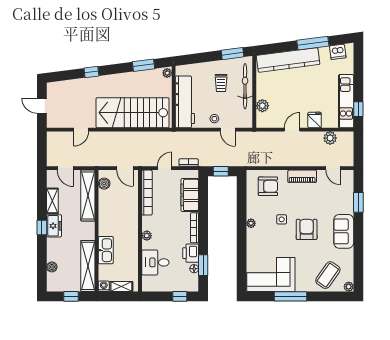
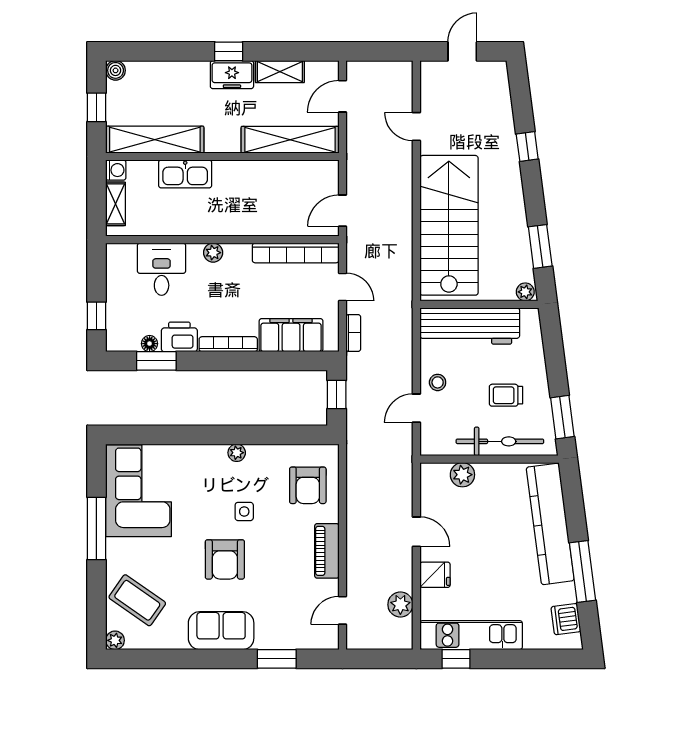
boiler: (104, 184) -> (313, 171), removed
armchair: (307, 229) -> (225, 559), turned 90
boiler: (52, 267) -> (116, 70), moved

